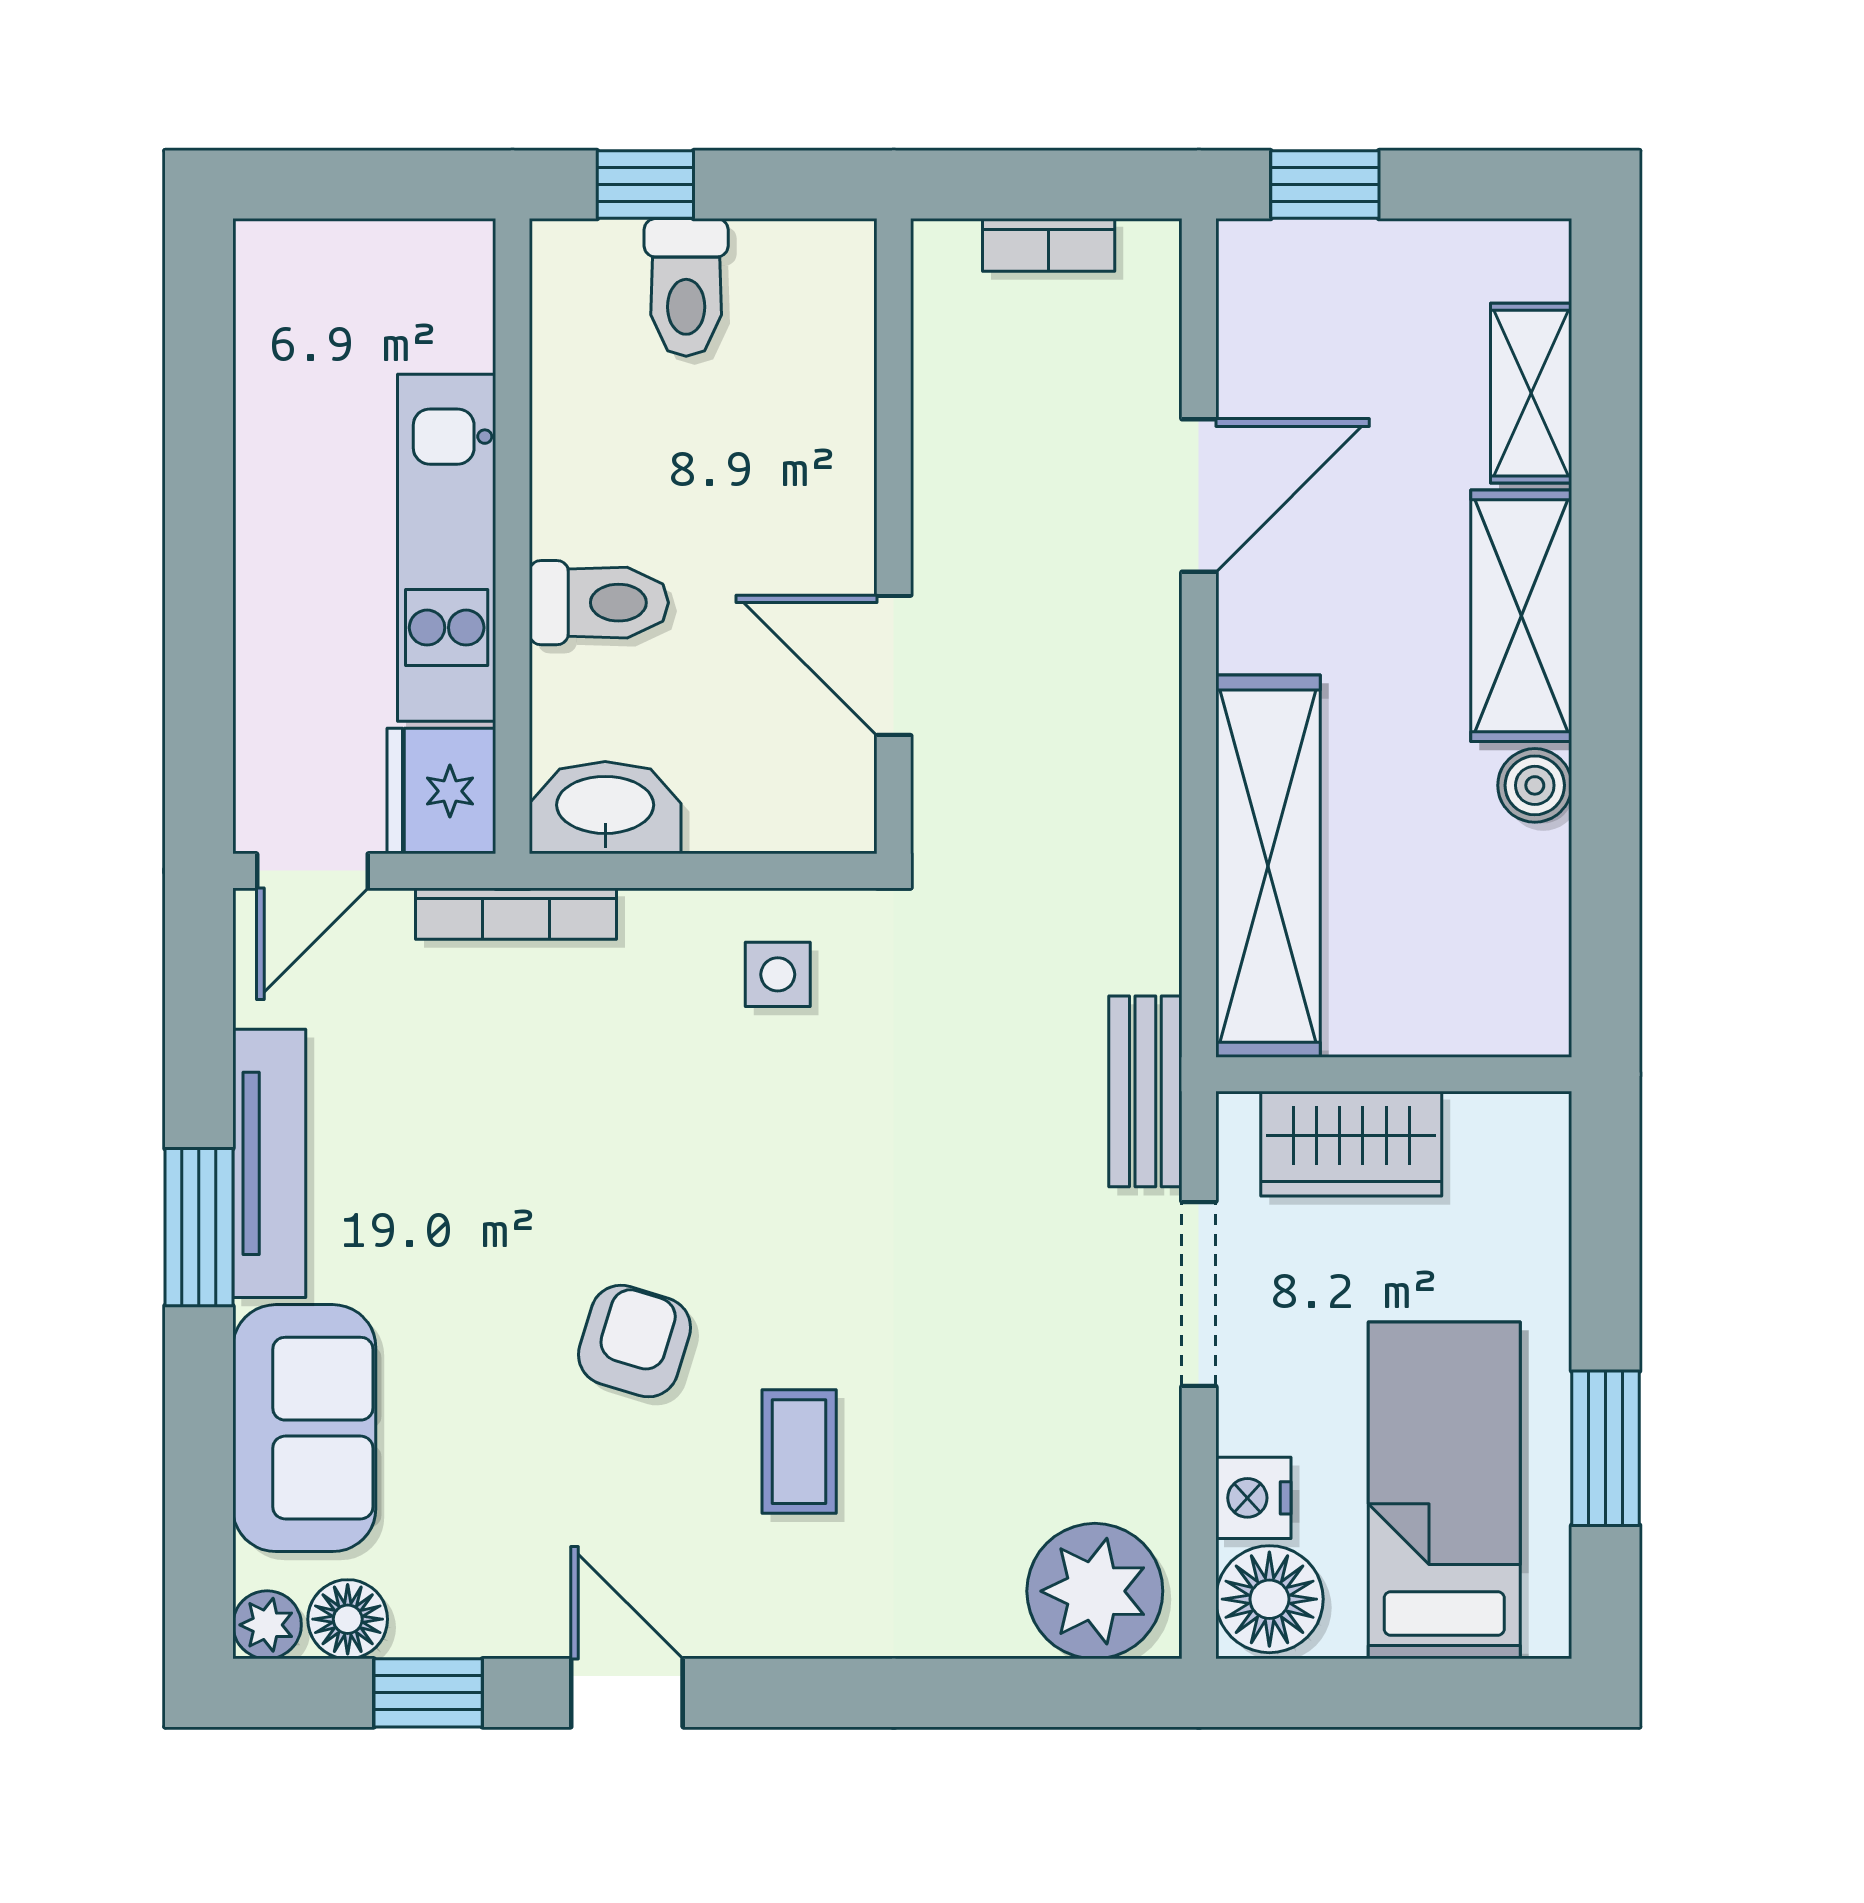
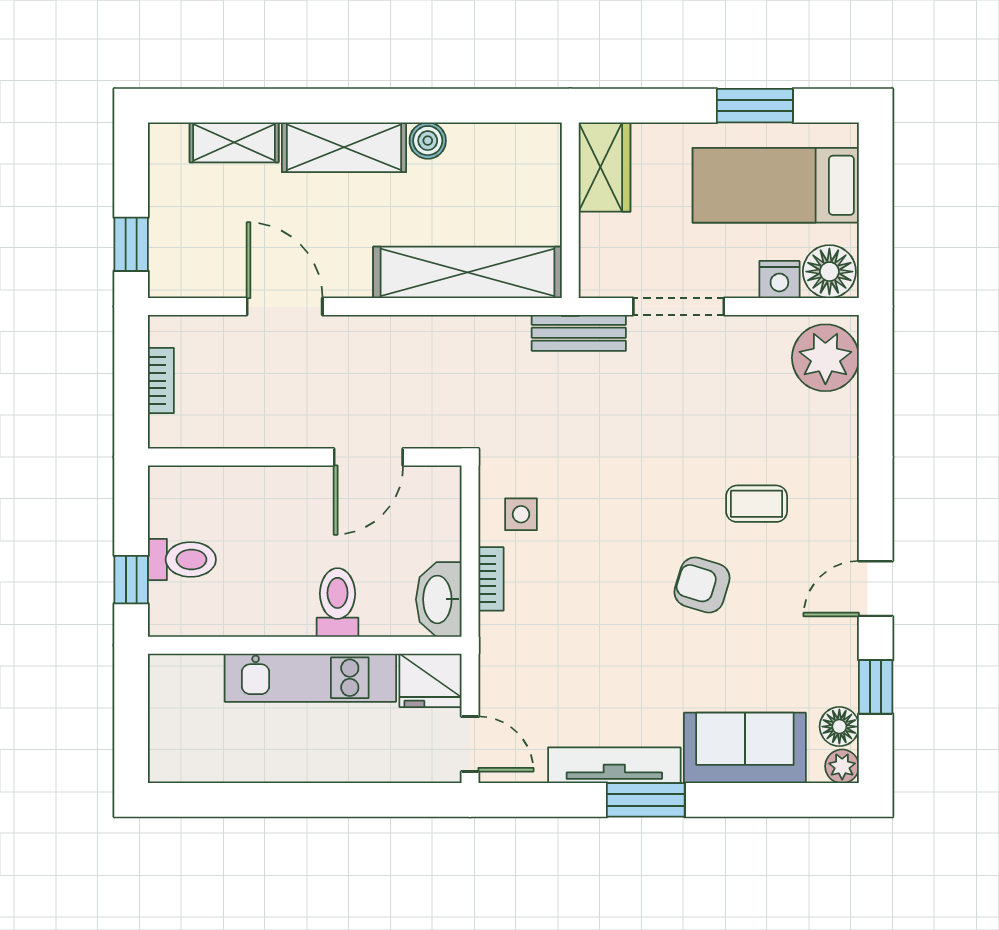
bookcase: (516, 914) -> (491, 579), moved, width x0.64
wardrobe: (1351, 1144) -> (605, 167), moved

